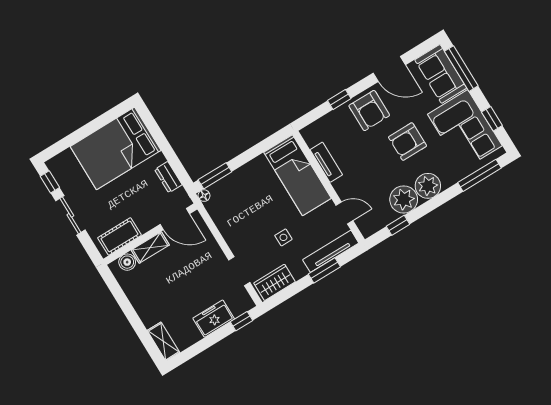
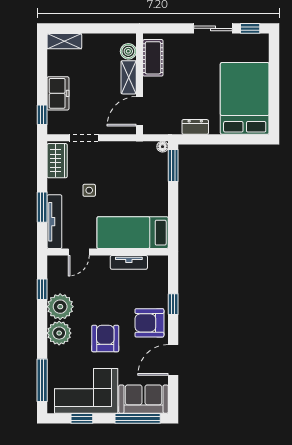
door: (175, 219) -> (140, 111), moved
wall: (150, 234) -> (140, 84), moved
cot: (119, 236) -> (153, 58), moved
shelving: (150, 247) -> (129, 77), moved
boiler: (127, 262) -> (128, 51), moved

